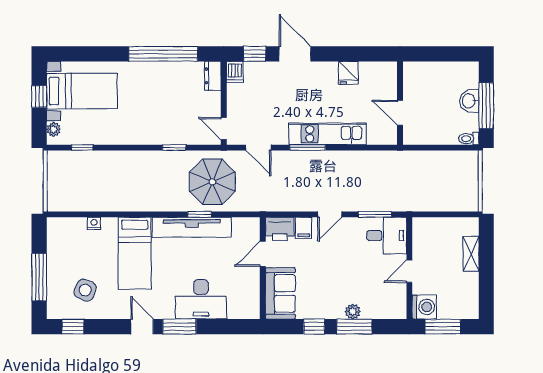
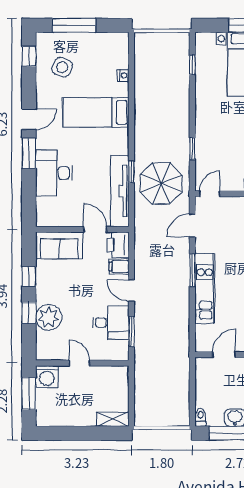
plant: (54, 129) -> (209, 39), removed
tv unit: (192, 227) -> (120, 191), moved
desk: (387, 236) -> (111, 322), moved, turned -90
shelving: (471, 254) -> (113, 419), moved
plant: (353, 312) -> (49, 317), width x1.88, depth x1.88
window: (354, 327) -> (29, 313), width x0.67

